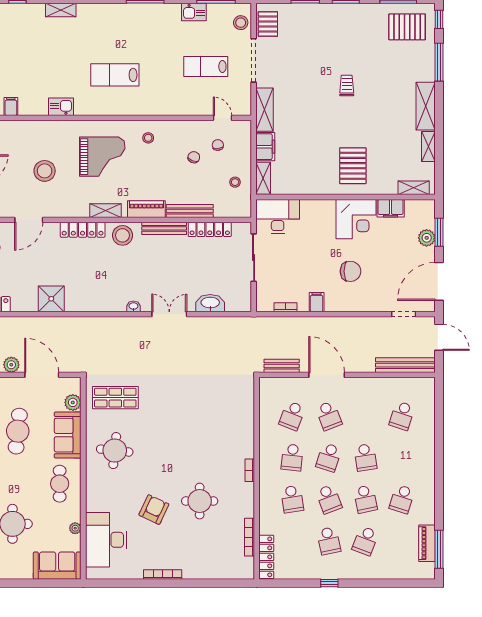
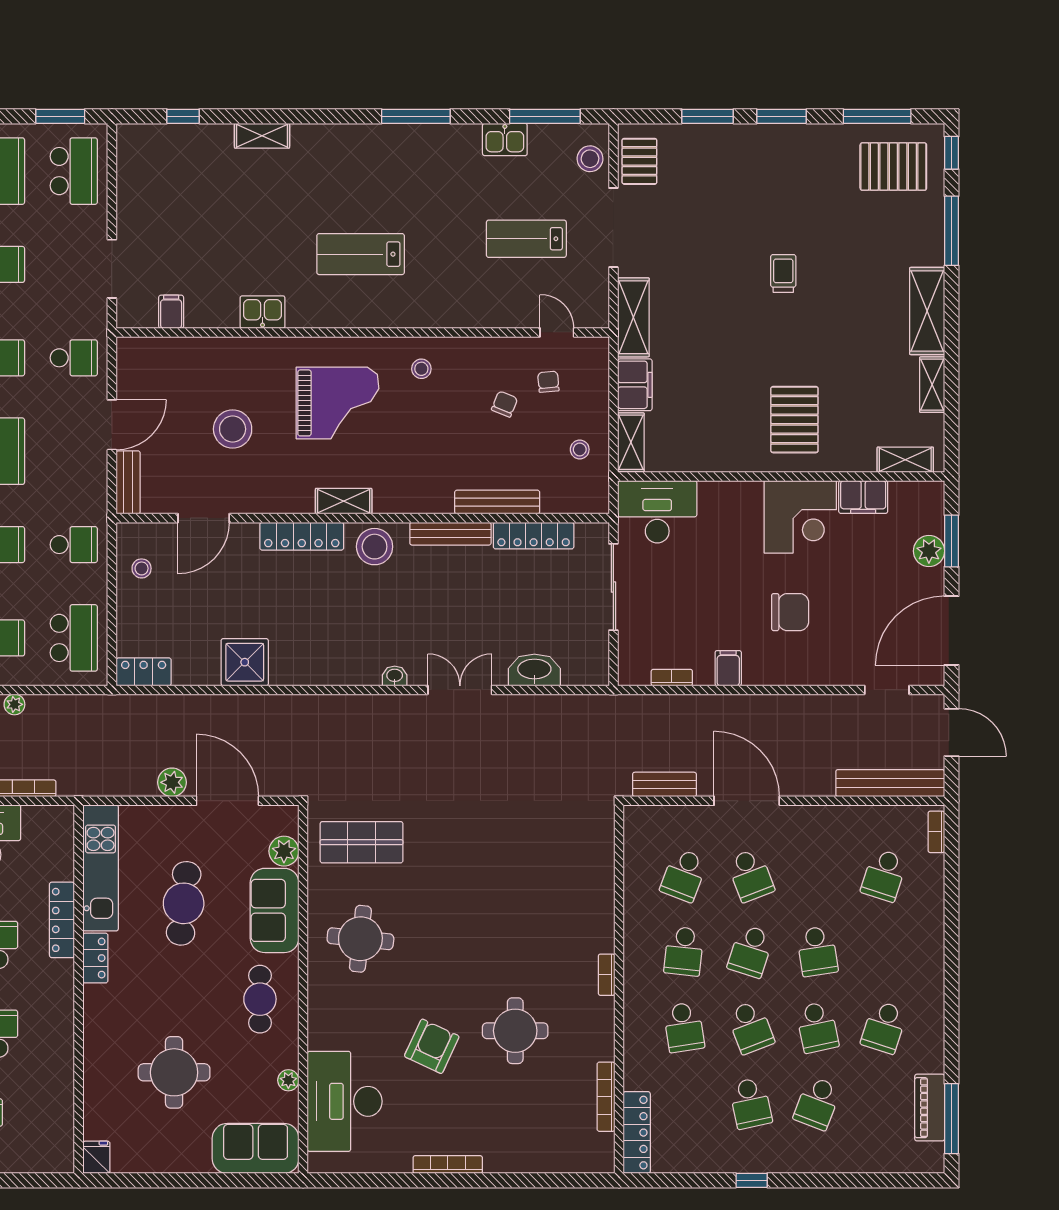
piano: (146, 209) -> (418, 499), removed
bookcase: (431, 392) -> (936, 832), added

